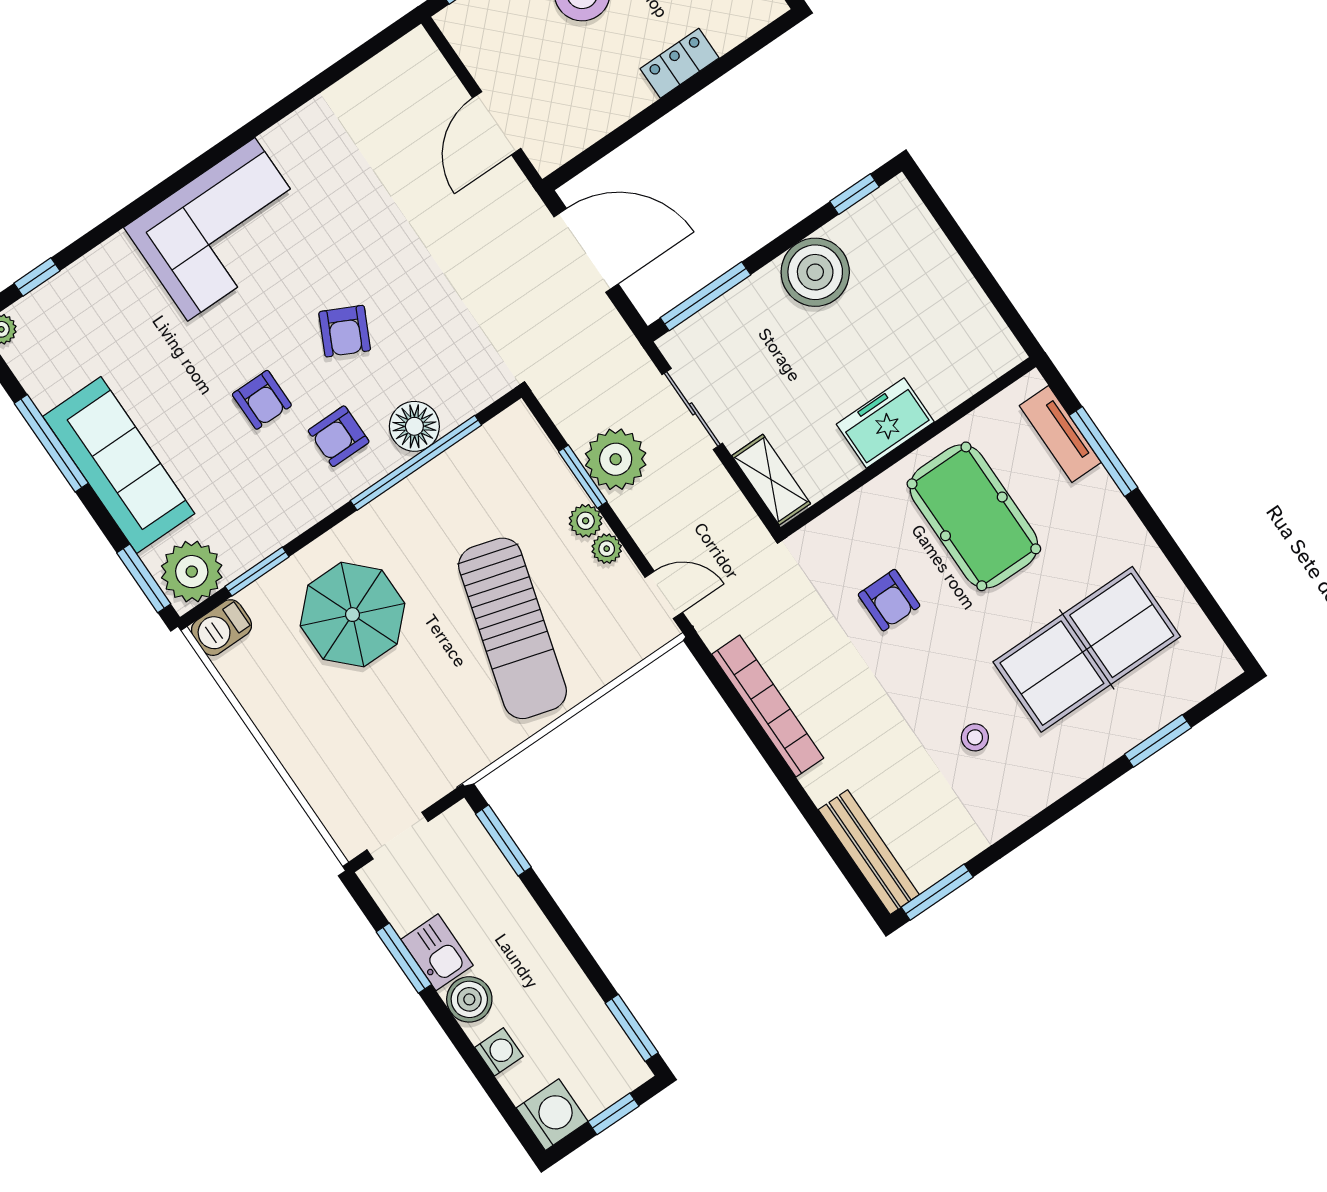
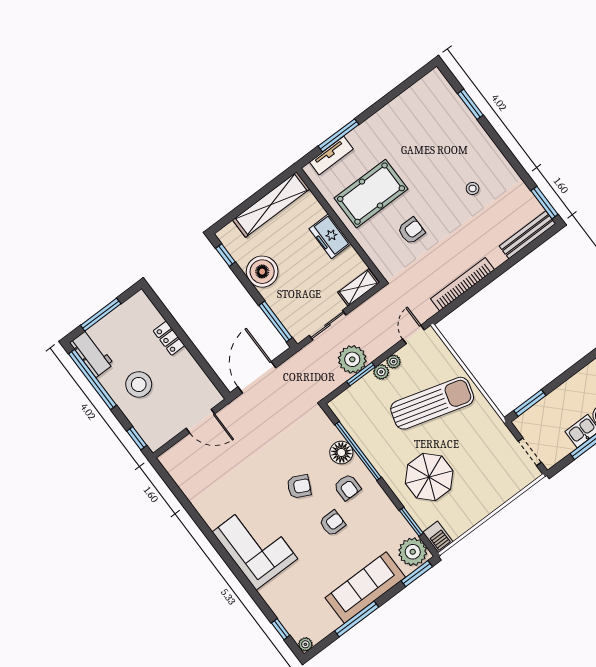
shelving: (960, 298) -> (271, 204), added
table tennis table: (1087, 649) -> (430, 139), removed

